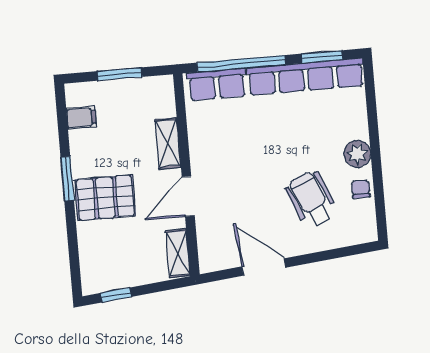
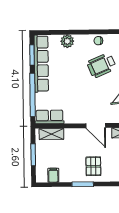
row of seats: (217, 85) -> (49, 117), moved, turned -90
shelving: (168, 143) -> (51, 134), moved
plant: (357, 154) -> (67, 41), moved
pallet: (105, 198) -> (93, 166), width x0.67, depth x0.71

